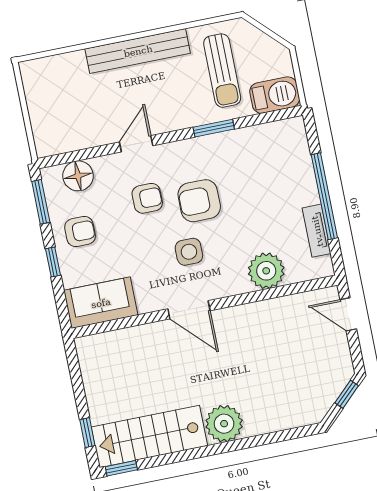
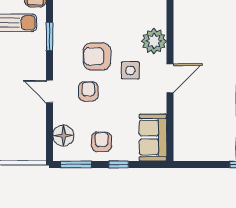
armchair: (199, 201) -> (97, 56), turned 90
plant: (266, 271) -> (154, 41), moved

